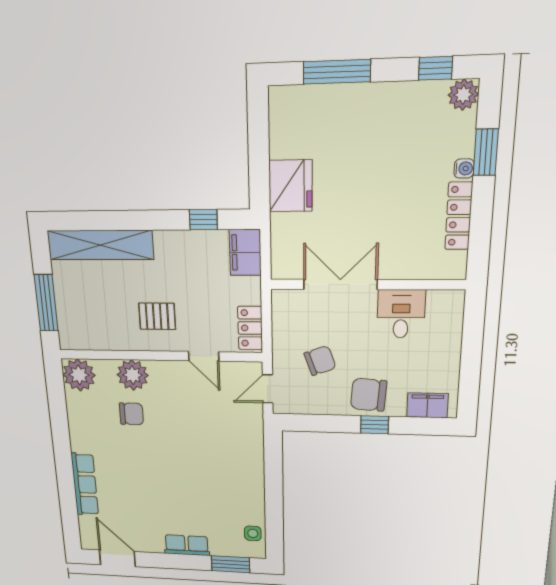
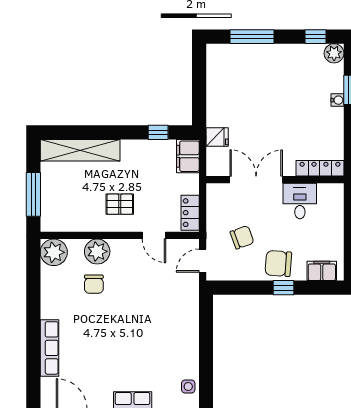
fridge: (291, 186) -> (217, 137), moved, width x0.53, depth x0.75
locker: (459, 216) -> (320, 168), moved, turned 90
chair: (131, 414) -> (94, 284), turned 90

